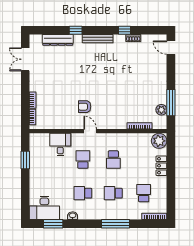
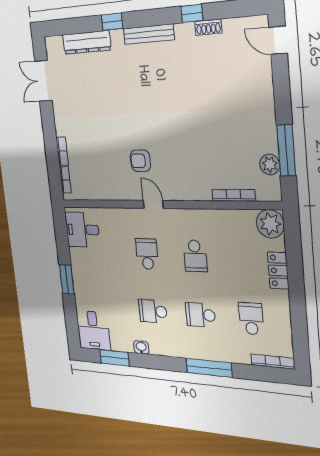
desk: (60, 144) -> (82, 230), moved, turned -90
window: (25, 160) -> (67, 280), moved
desk: (44, 208) -> (93, 330), width x0.73

